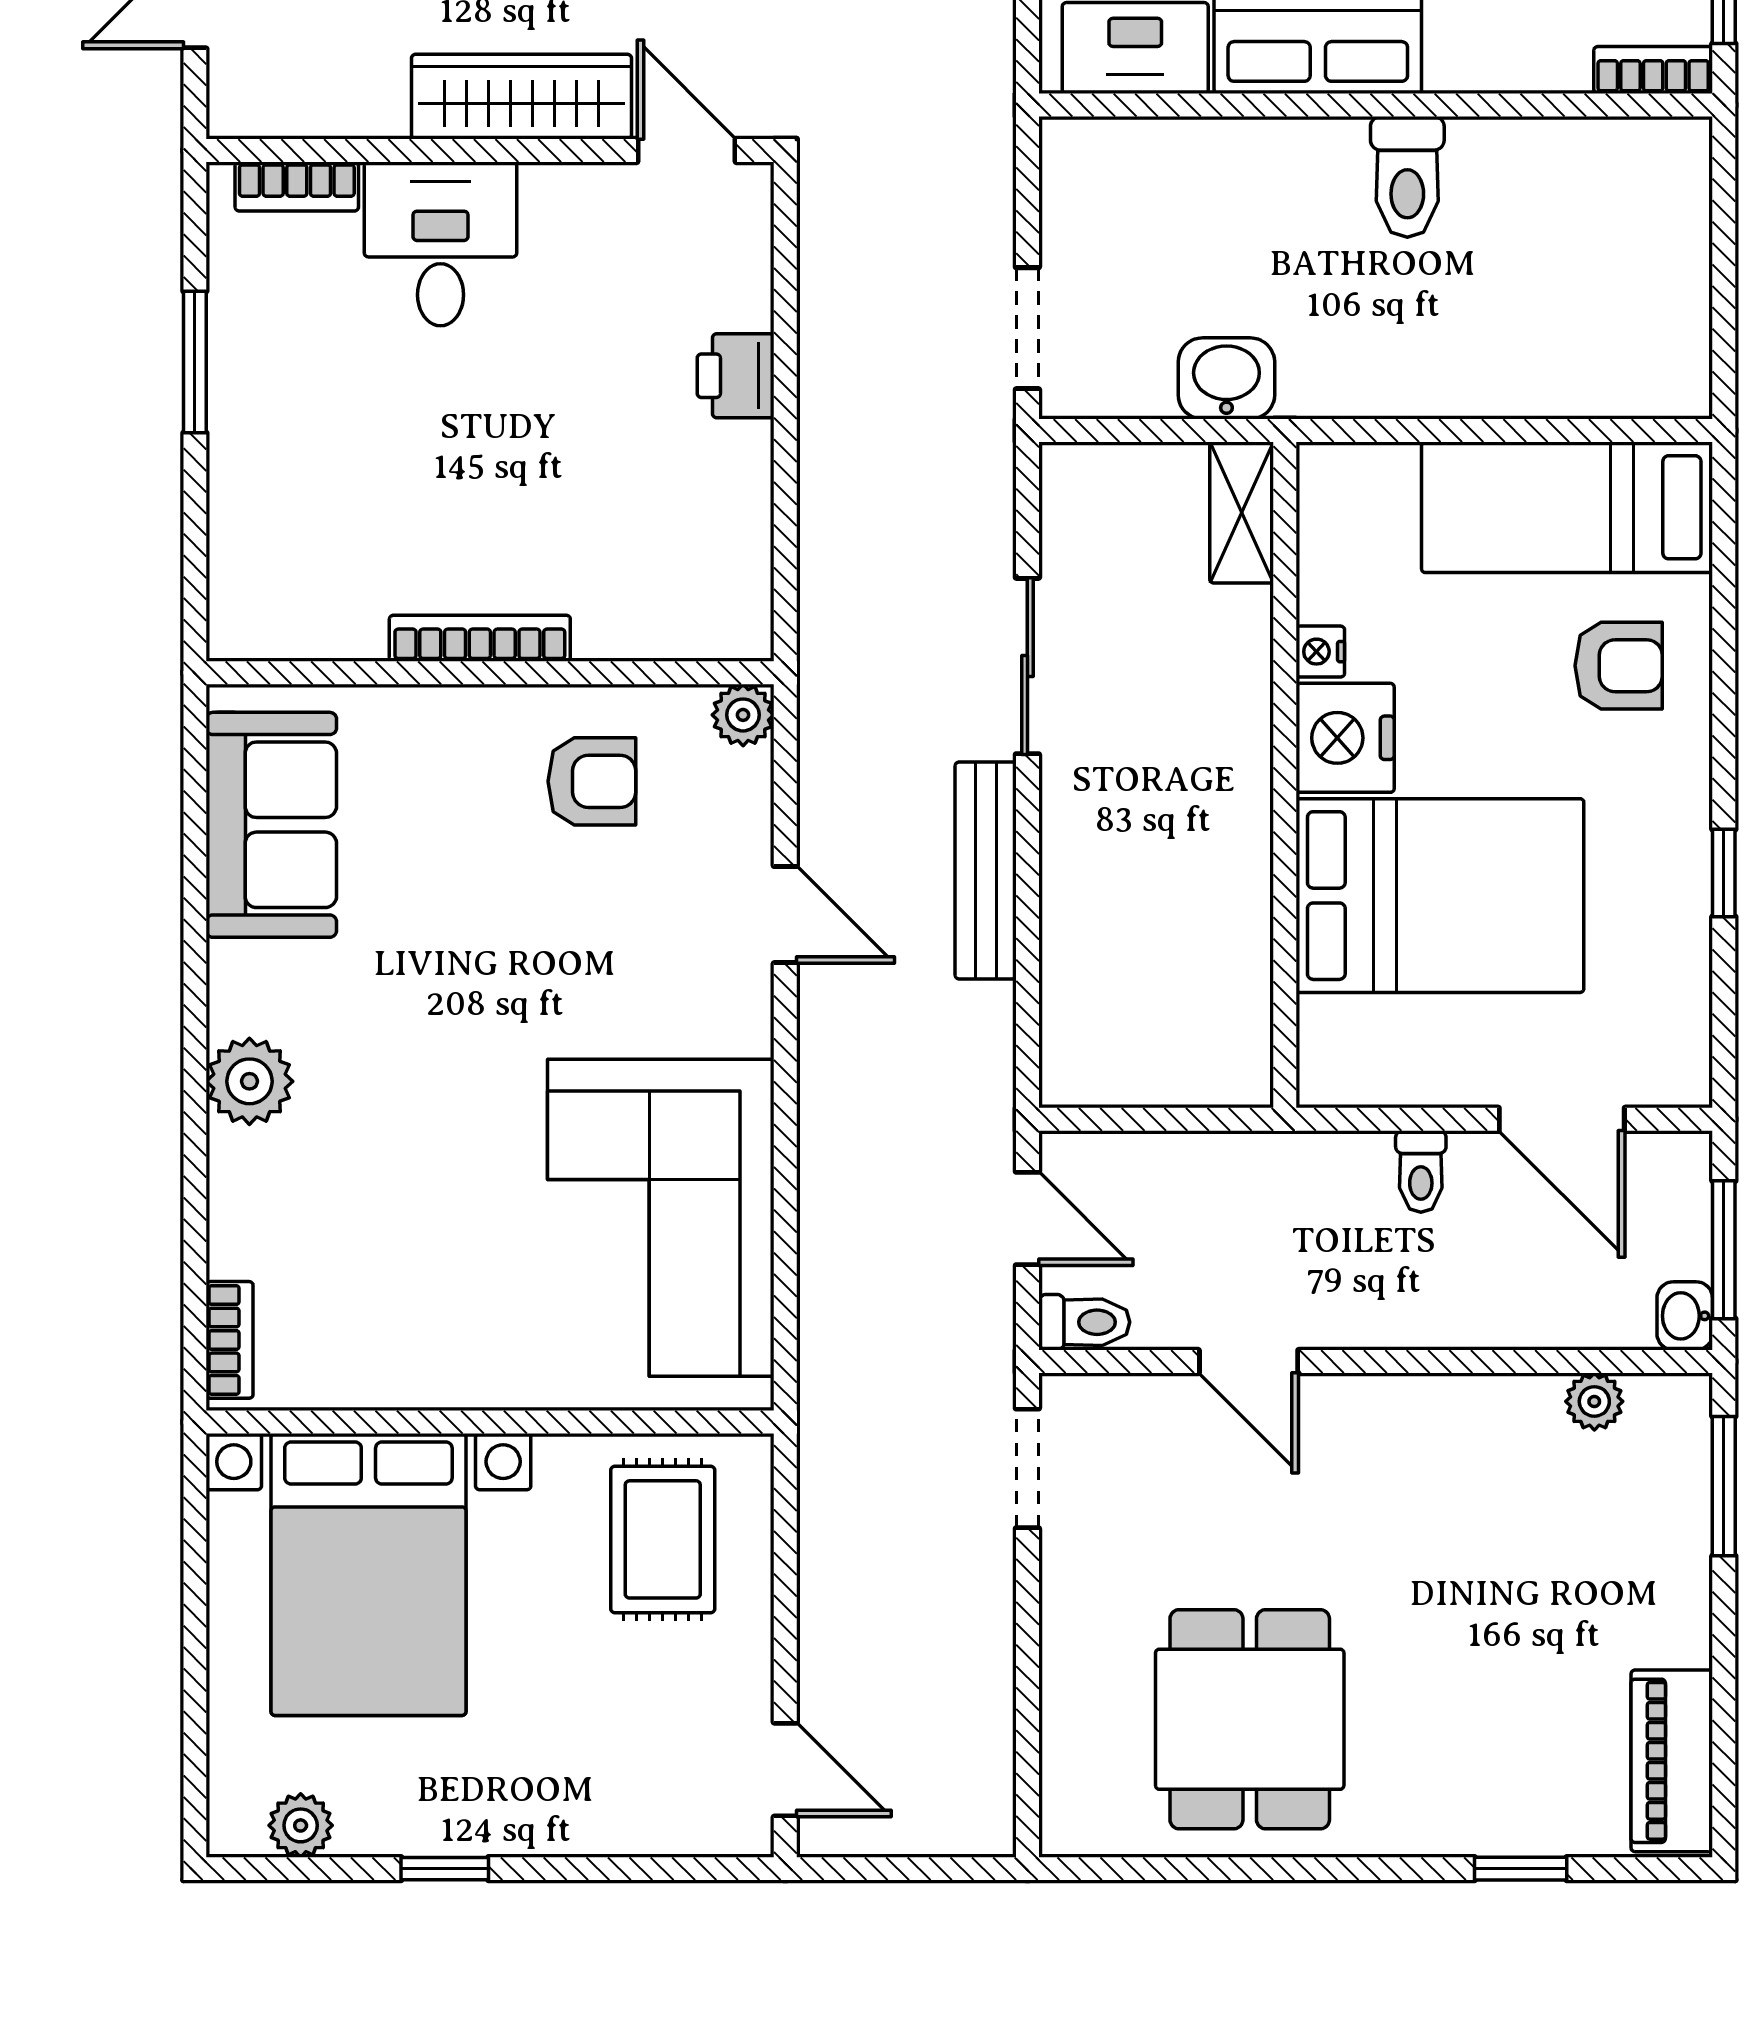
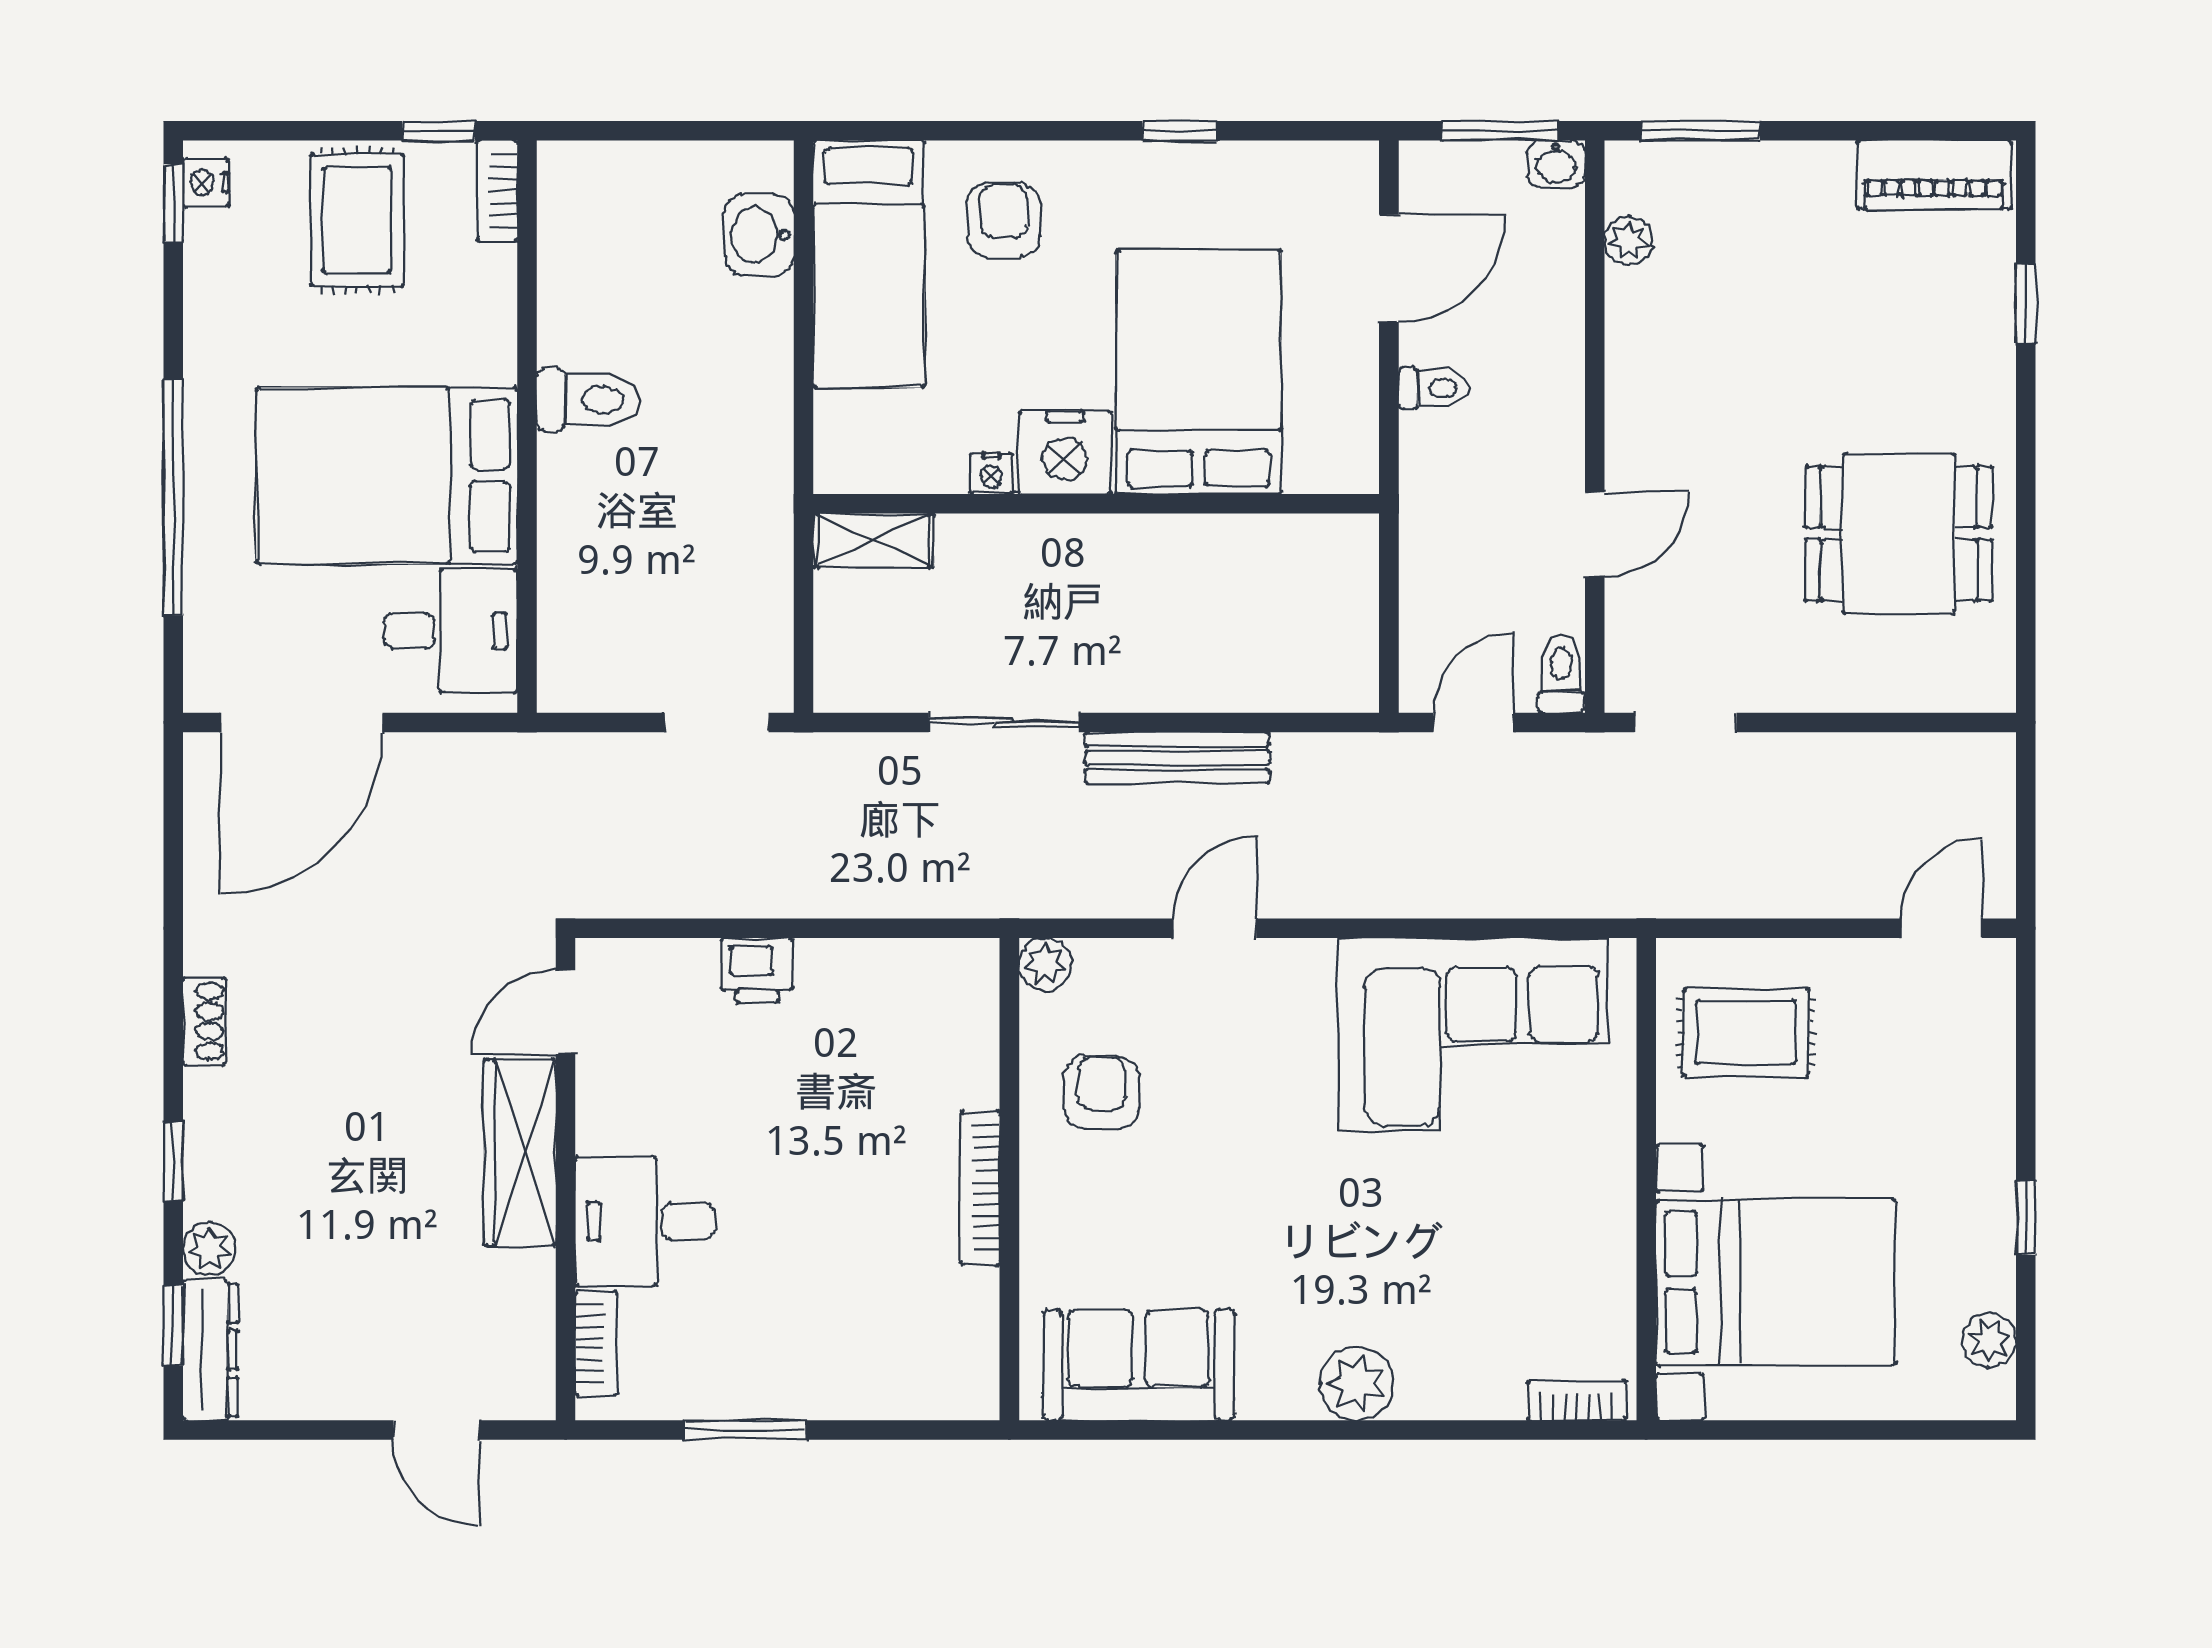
washbasin: (1226, 378) -> (759, 235), moved

